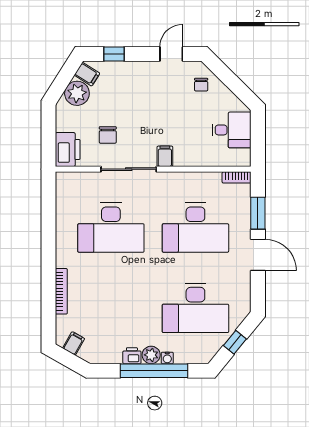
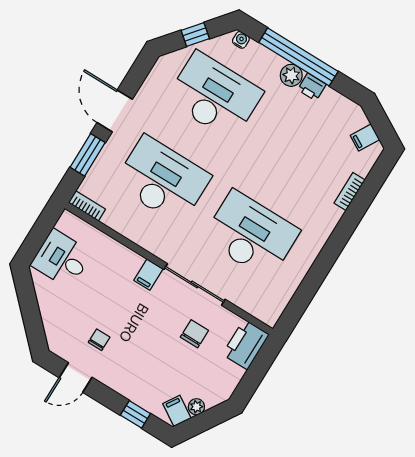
chair: (201, 85) -> (99, 340), moved
plant: (77, 93) -> (196, 407), width x0.53, depth x0.53
bookcase: (61, 291) -> (349, 191), width x0.64
water cooler: (167, 358) -> (241, 40), moved

